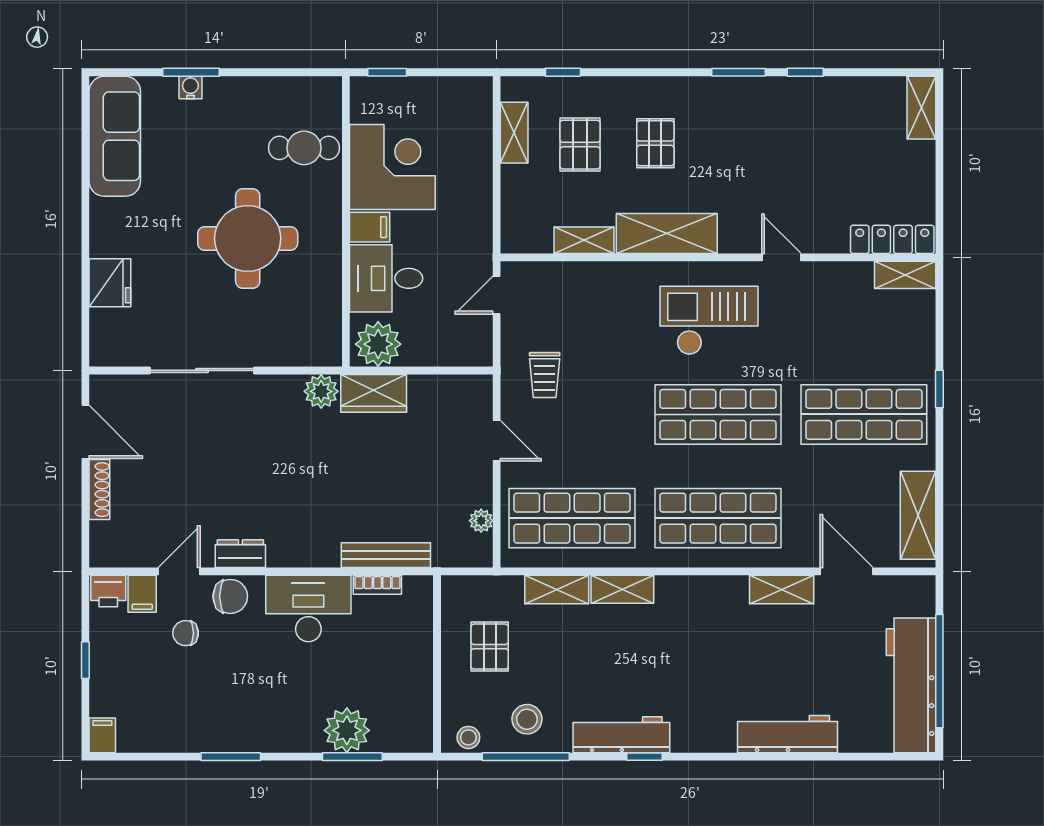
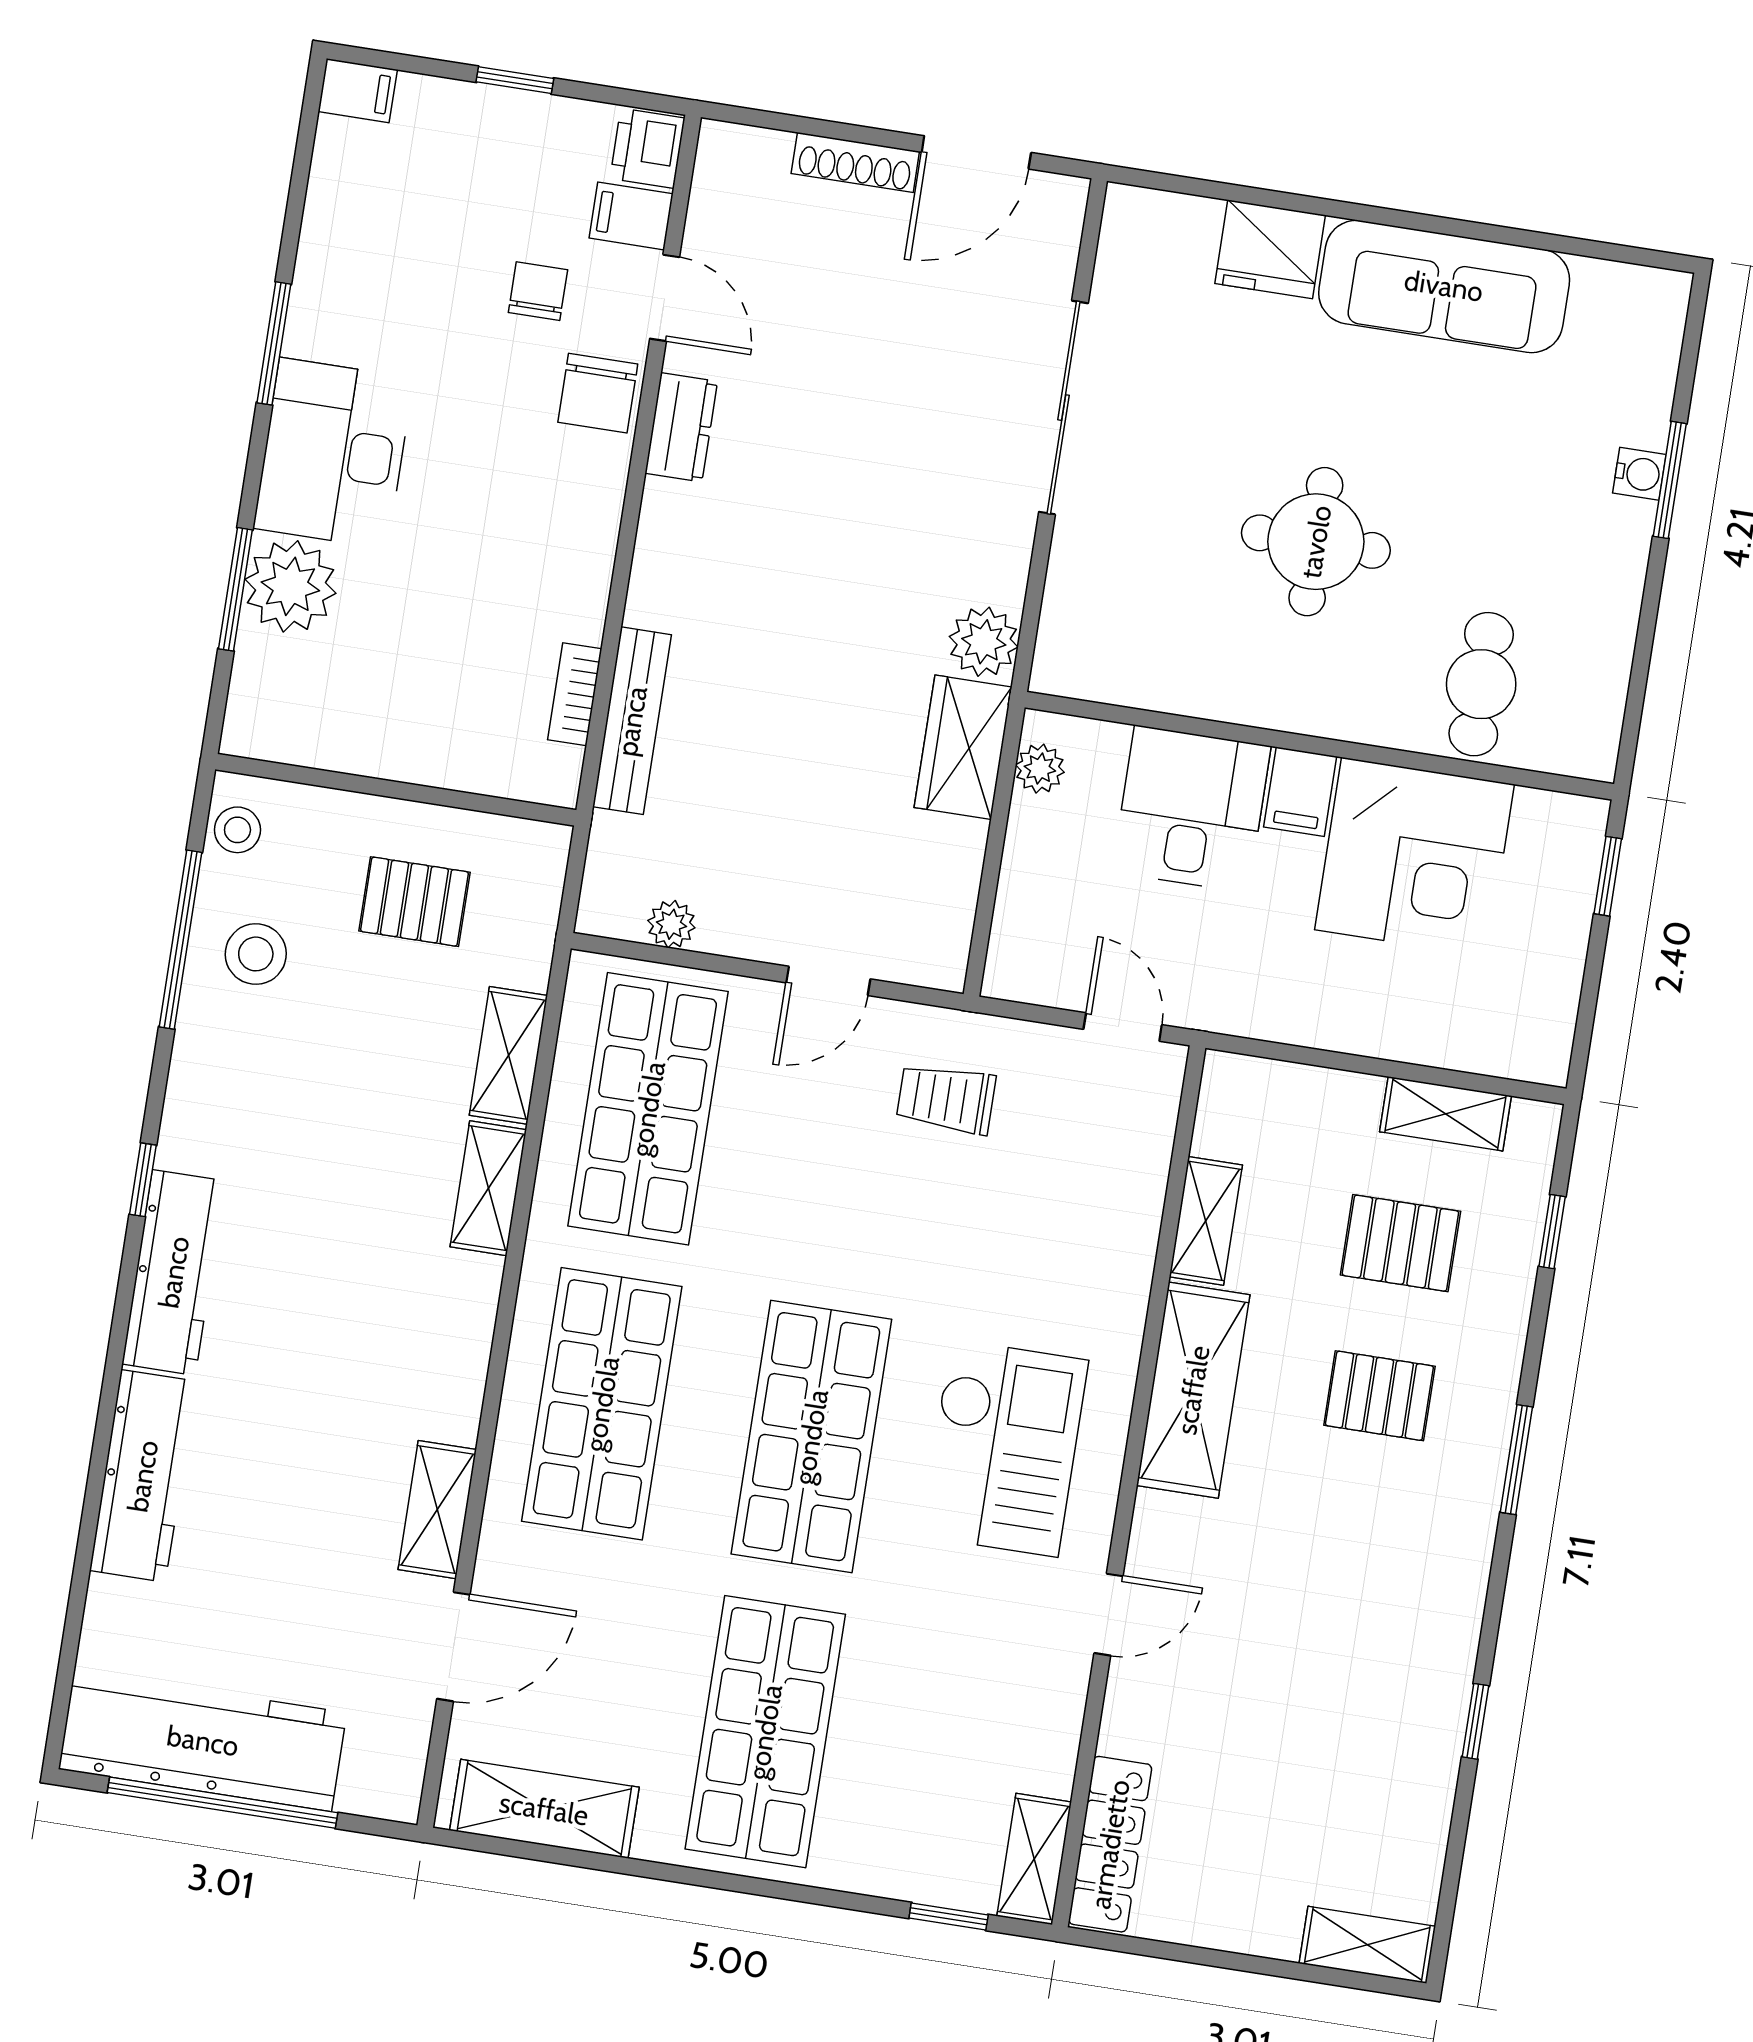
window: (738, 72) -> (1516, 1460), moved
sofa: (115, 136) -> (1444, 286), moved
round table: (248, 238) -> (1316, 542), width x0.73, depth x0.73
plant: (378, 344) -> (1040, 769), width x0.53, depth x0.53
window: (939, 389) -> (949, 1916), moved
desk: (308, 609) -> (334, 453), moved, turned 180
workbench: (621, 735) -> (174, 1272), moved

